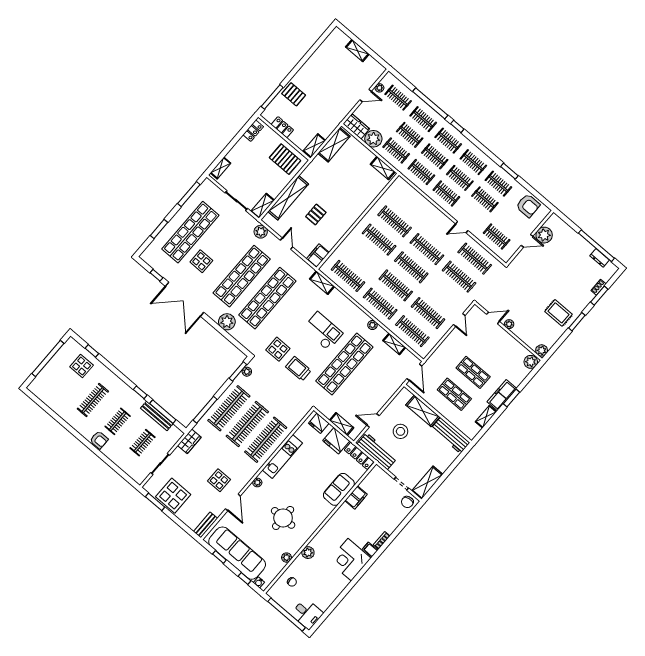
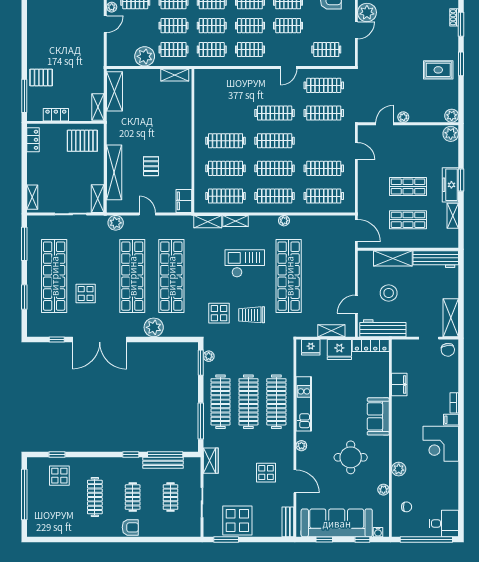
wardrobe: (356, 126) -> (120, 58), removed
clothes rail: (395, 221) -> (226, 168), moved
shelving: (394, 344) -> (235, 221), moved
sofa: (339, 489) -> (378, 416), moved

